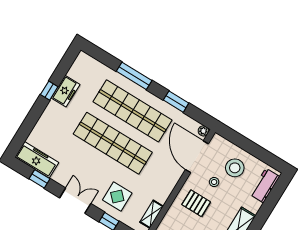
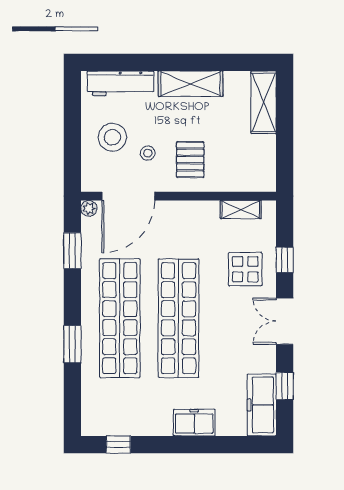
window: (134, 76) -> (72, 344), width x0.69
window: (49, 91) -> (118, 445), moved
freezer: (66, 91) -> (194, 423), moved
window: (176, 102) -> (72, 251), moved
workbench: (265, 186) -> (120, 83), width x1.38

